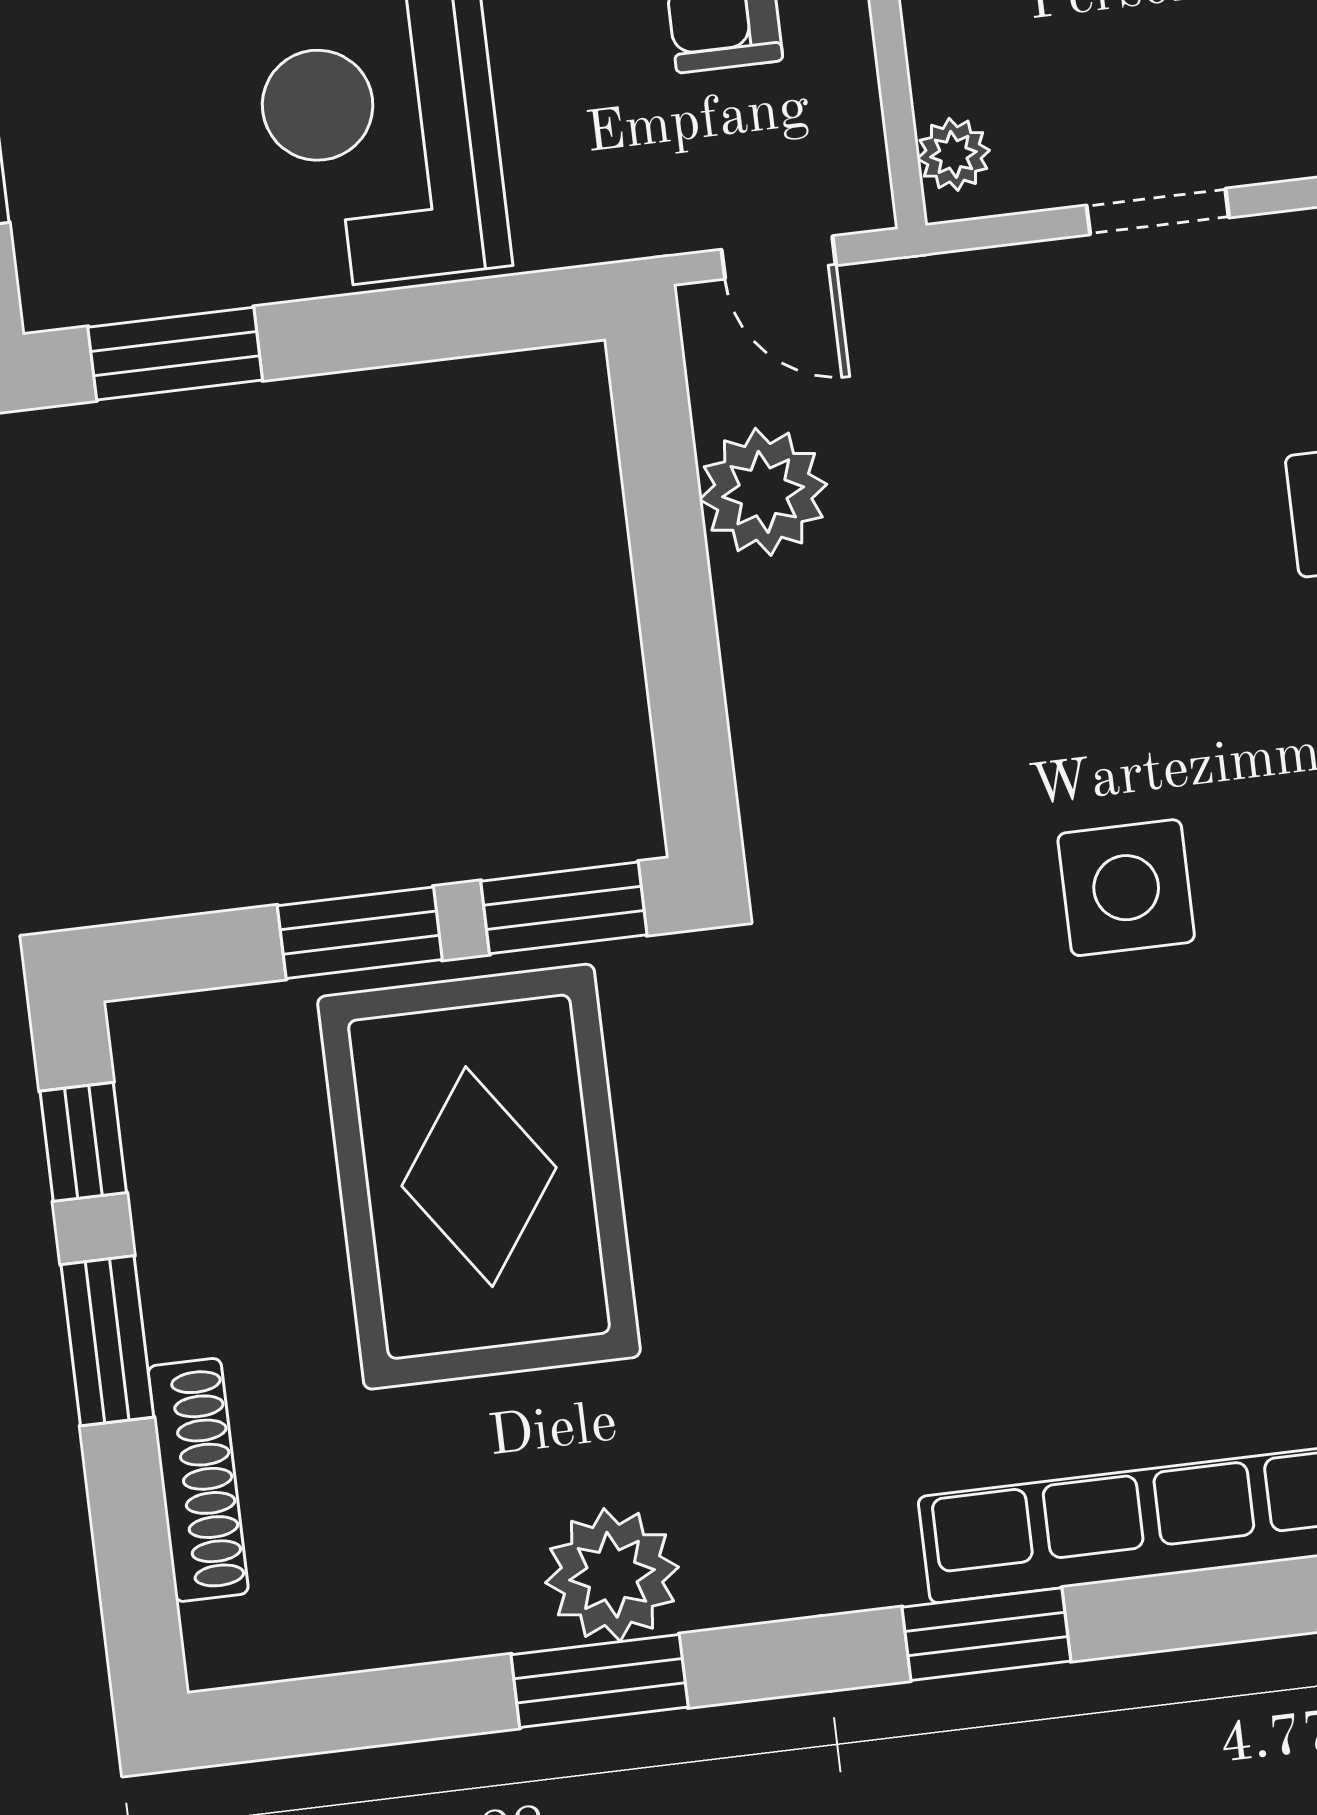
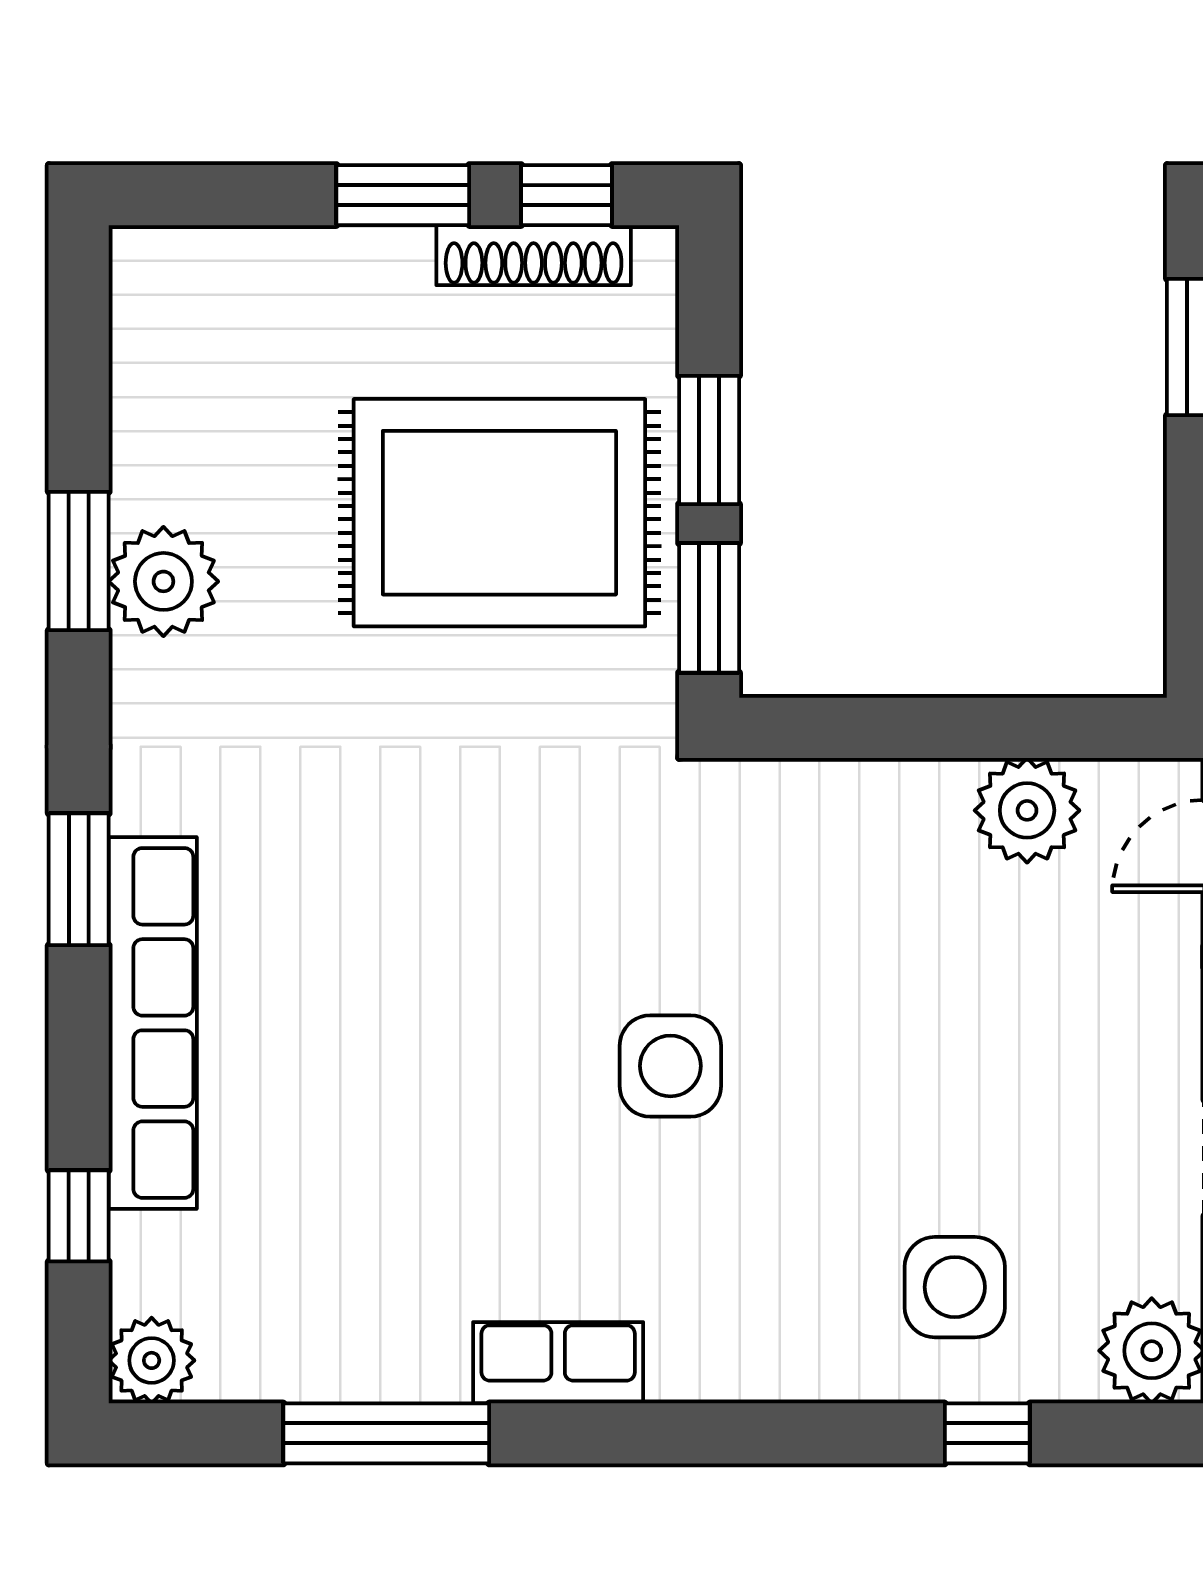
shoe rack: (198, 1480) -> (534, 255), moved

